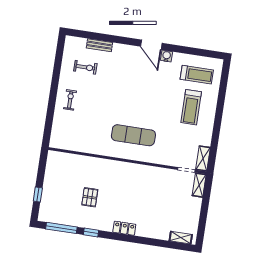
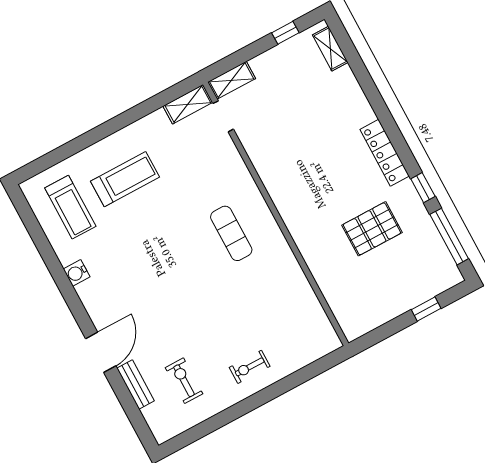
door: (151, 45) -> (101, 352), moved
treadmill: (197, 75) -> (70, 207), turned 180
exercise mat: (133, 135) -> (231, 233), width x0.73, depth x0.69
pallet: (90, 197) -> (372, 229), width x1.50, depth x1.42
window: (202, 224) -> (285, 33), added
locker: (124, 228) -> (385, 153), width x1.53

